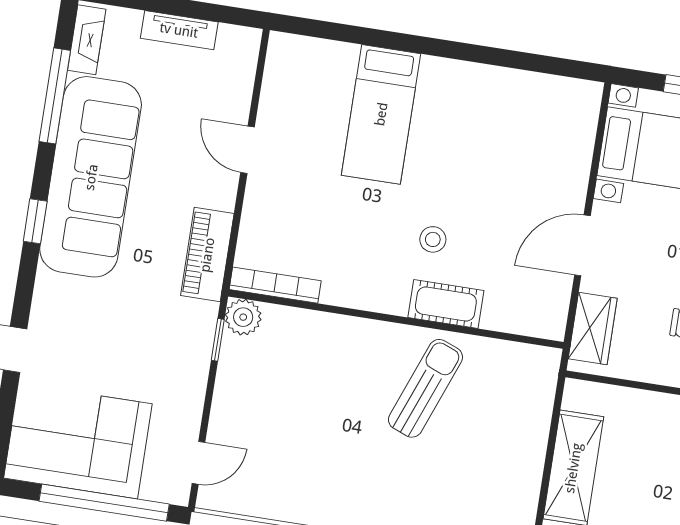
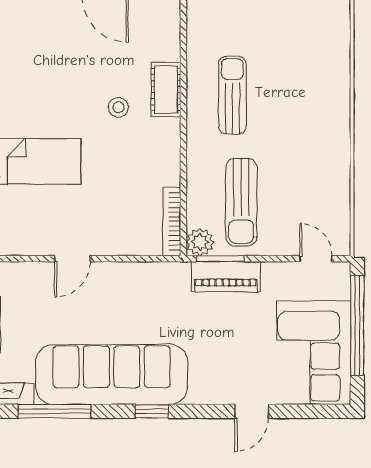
piano: (207, 255) -> (226, 277), moved
window: (218, 340) -> (220, 259), width x1.50
sun lounger: (286, 378) -> (241, 202), added
sun lounger: (425, 388) -> (232, 95), turned 69

